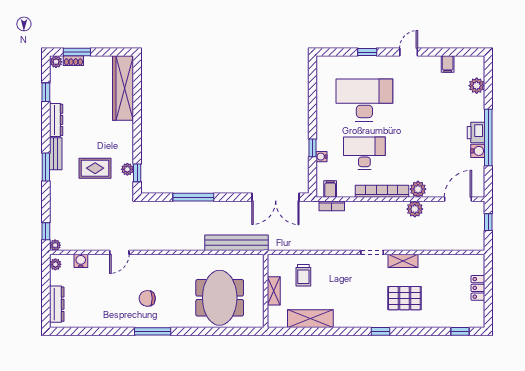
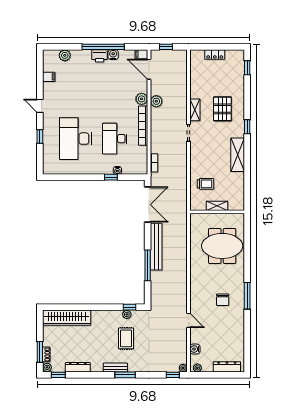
window: (46, 92) -> (58, 375), moved
dresser: (56, 120) -> (78, 367), moved
filing cabinet: (330, 189) -> (141, 54), moved
bench: (237, 243) -> (156, 247), moved
shelving: (310, 319) -> (238, 155), moved

